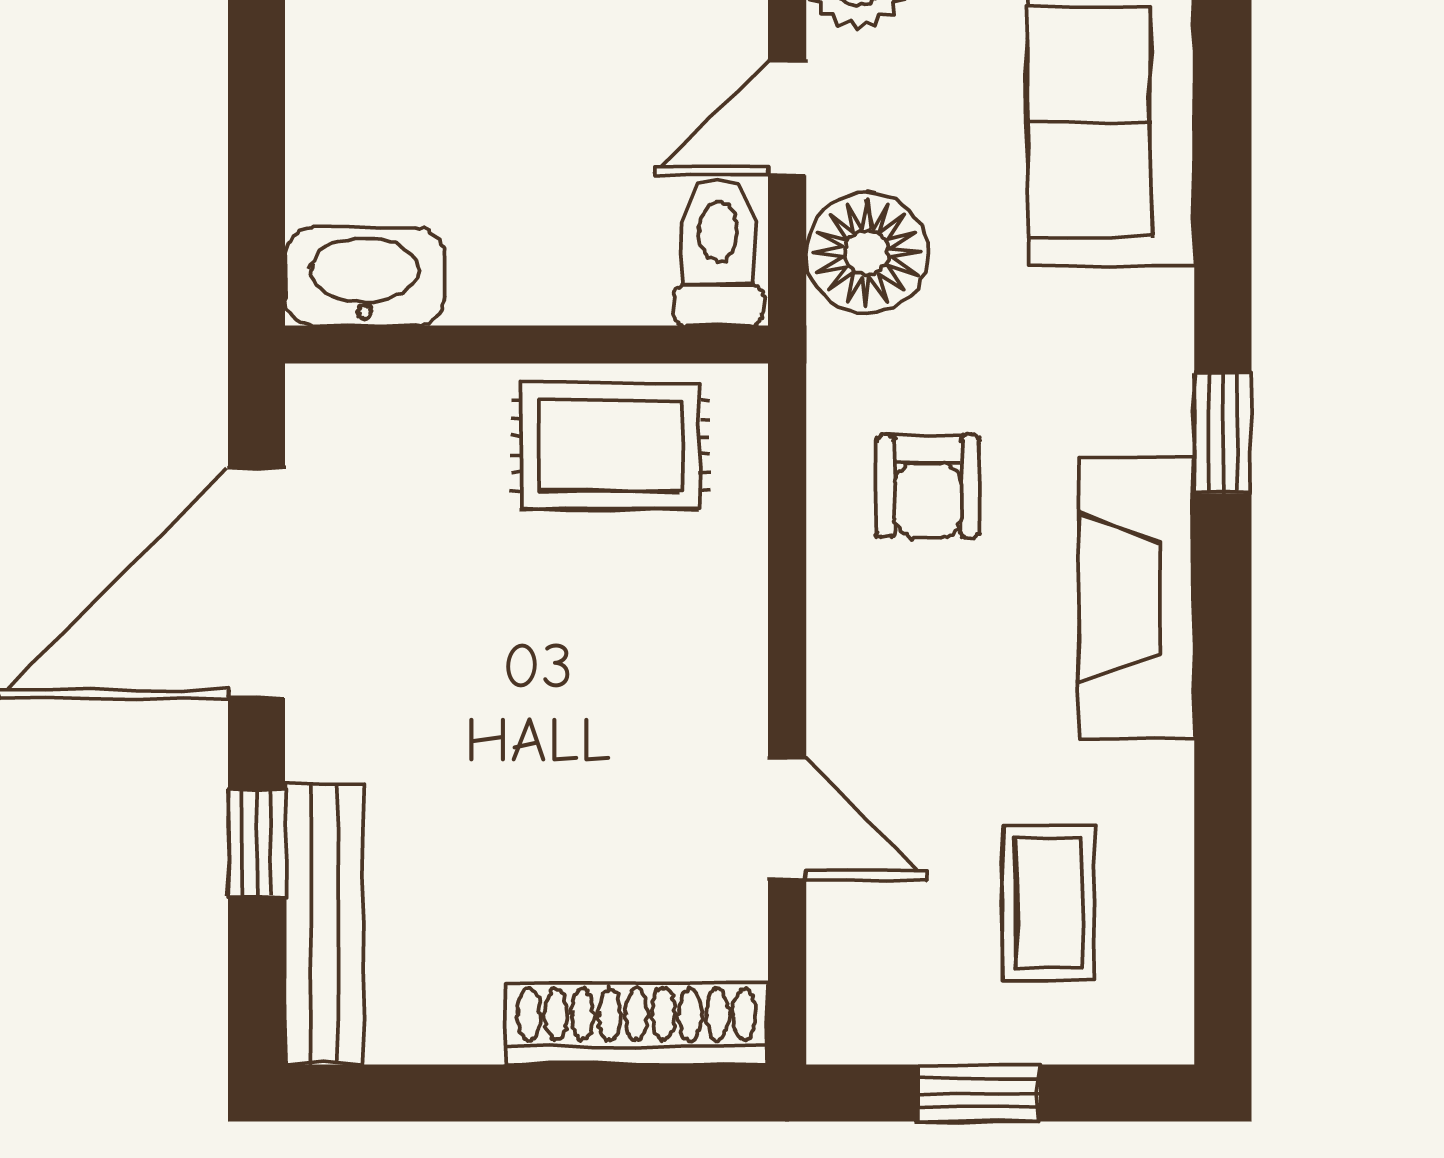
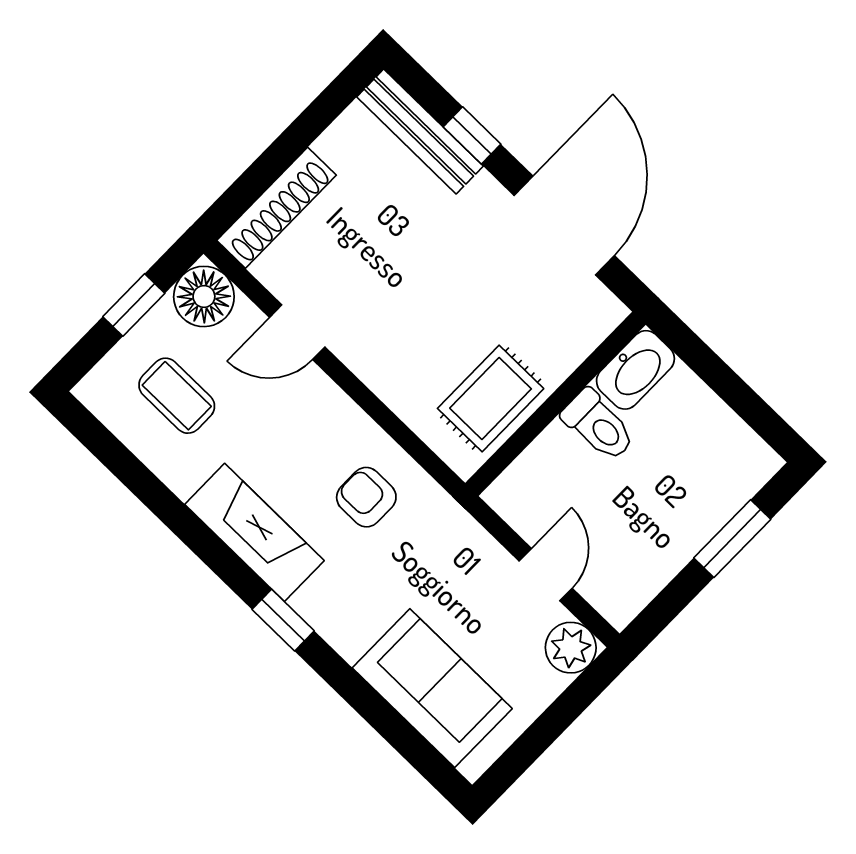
toilet: (718, 252) -> (599, 425), moved
floor lamp: (867, 253) -> (204, 296), moved

